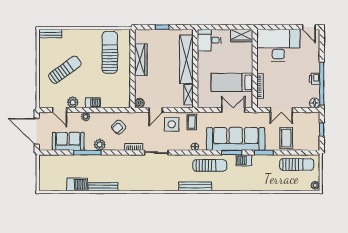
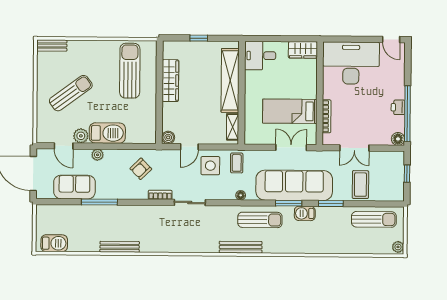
barbecue: (93, 103) -> (107, 133), width x1.88, depth x1.53
plant: (100, 145) -> (116, 192), removed
barbecue: (77, 184) -> (54, 243), moved

